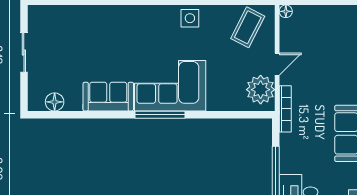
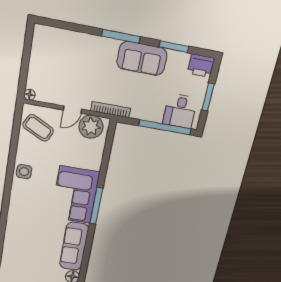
door: (277, 64) -> (73, 110), swing flipped
sofa: (108, 97) -> (74, 246), width x1.36

